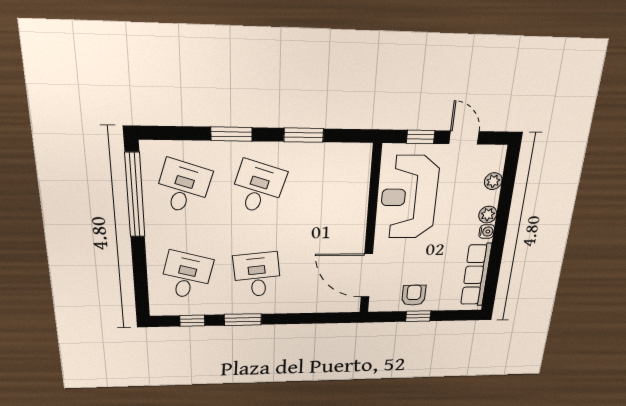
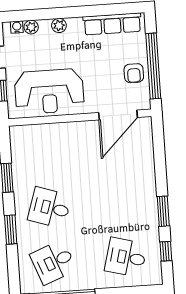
desk: (183, 187) -> (53, 262), turned -39
water cooler: (487, 232) -> (17, 27), moved
desk: (257, 275) -> (122, 203), removed
armchair: (414, 295) -> (134, 73), turned -90
window: (418, 316) -> (153, 66), width x3.17

